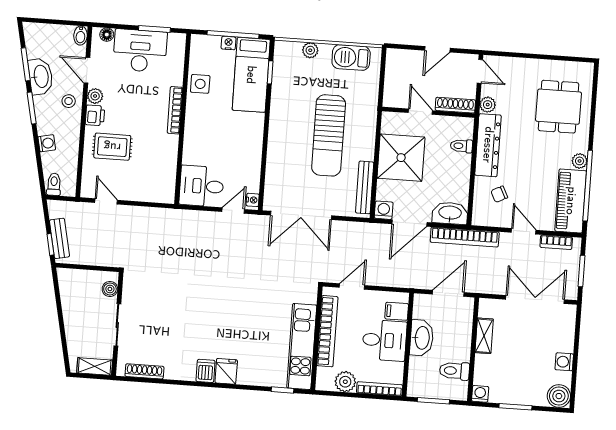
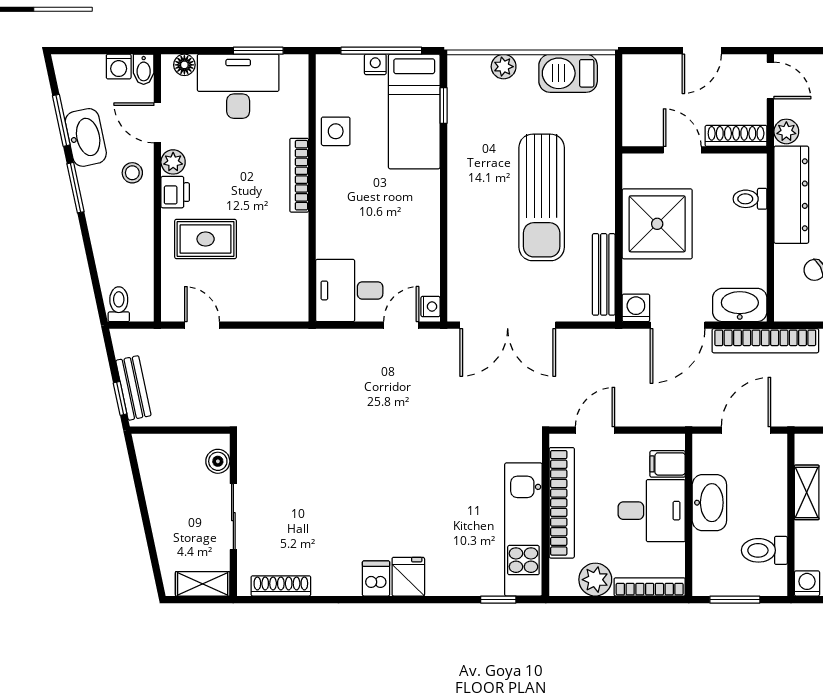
washing machine: (47, 143) -> (119, 67), moved, turned 102

